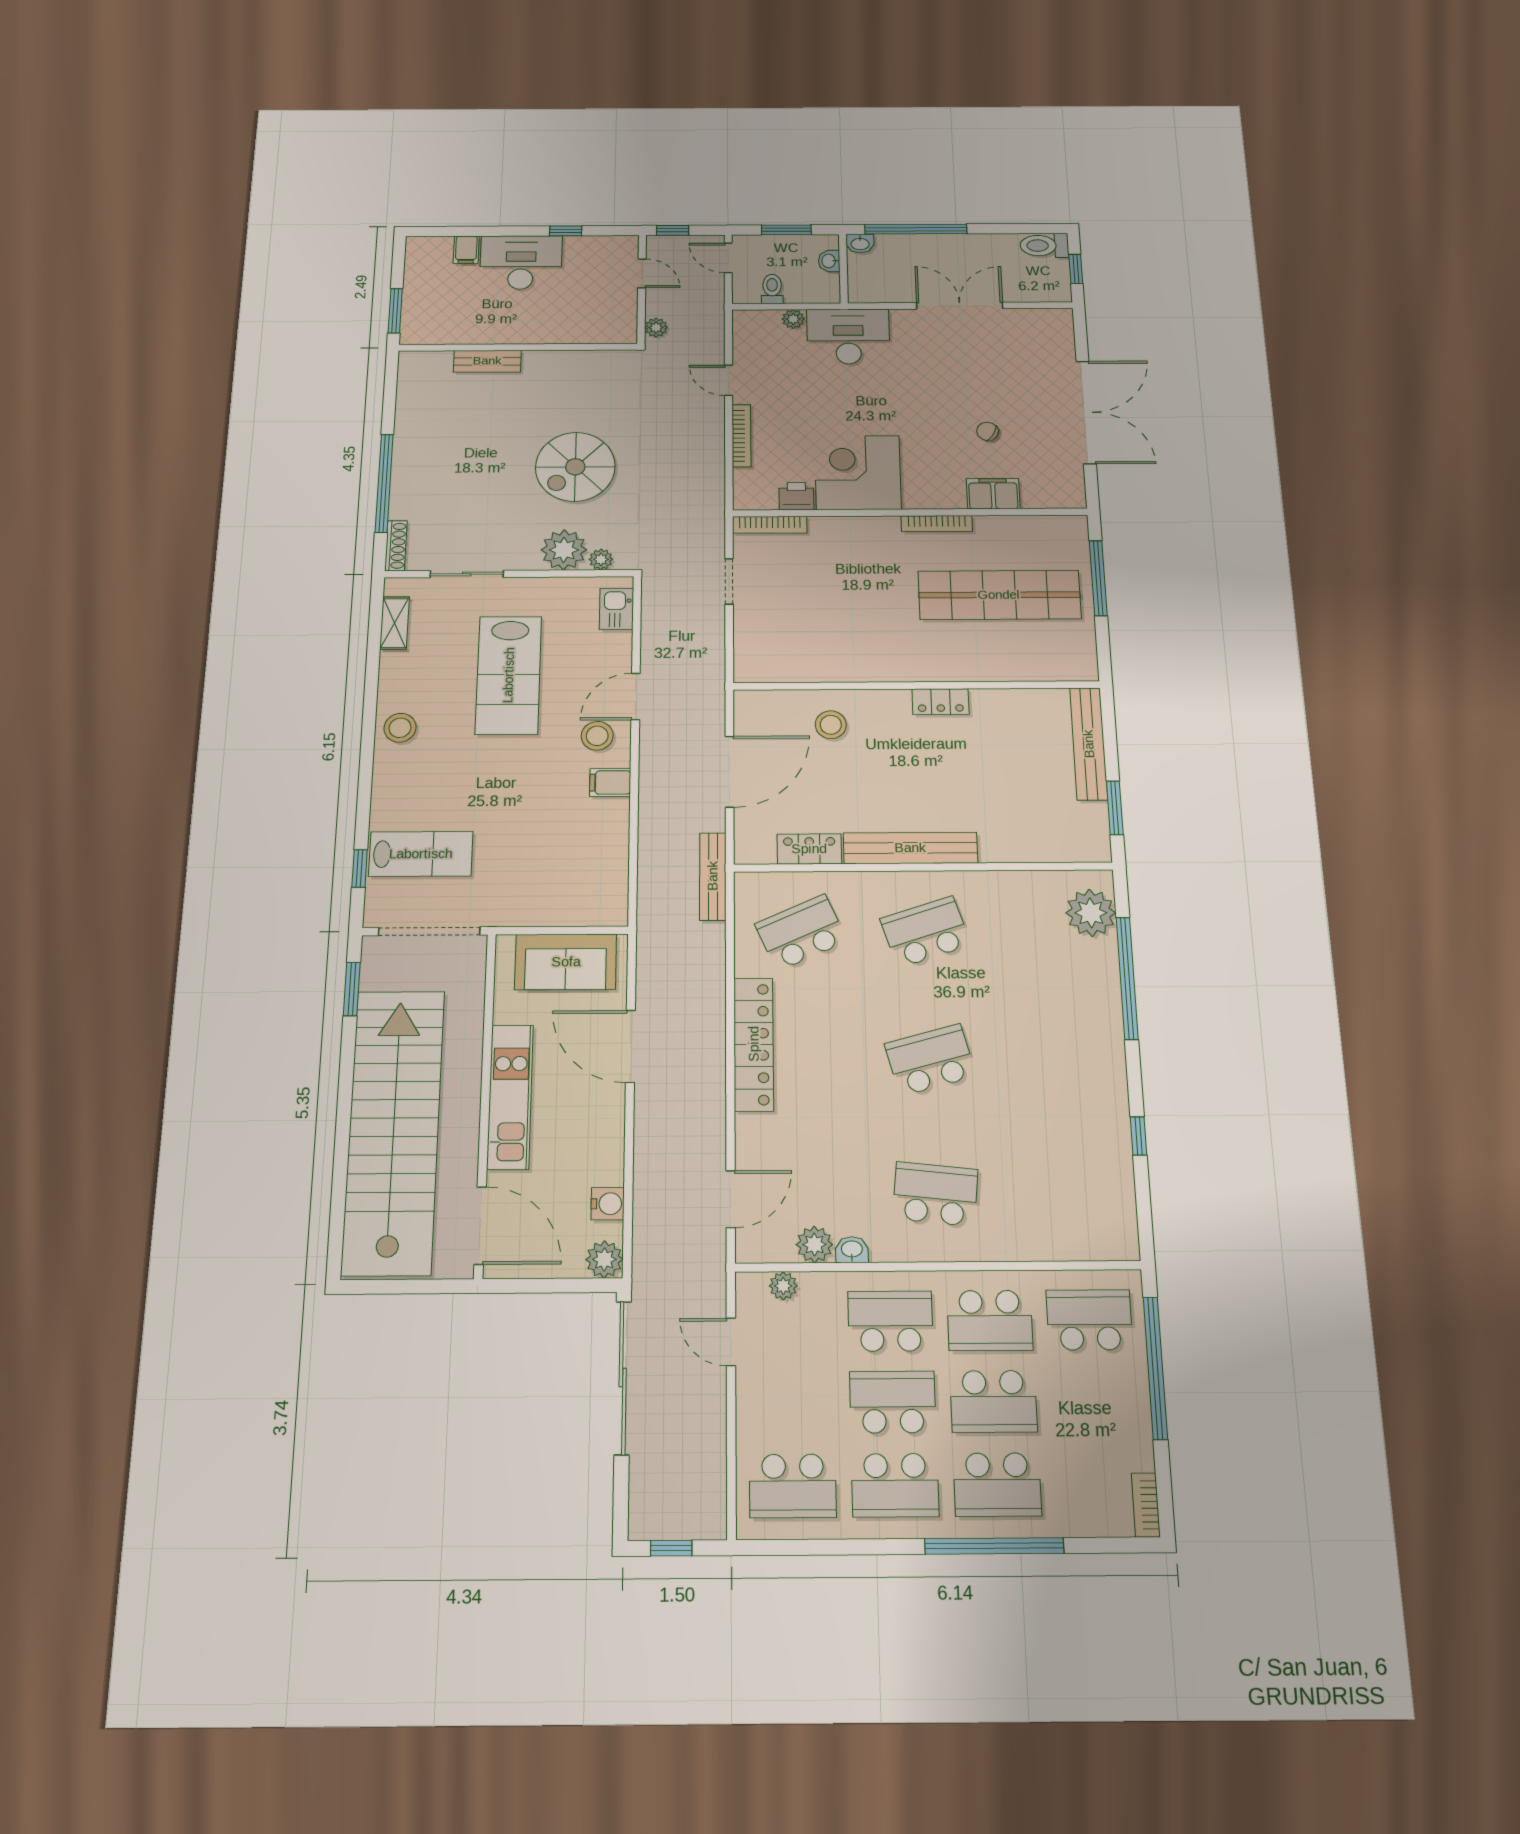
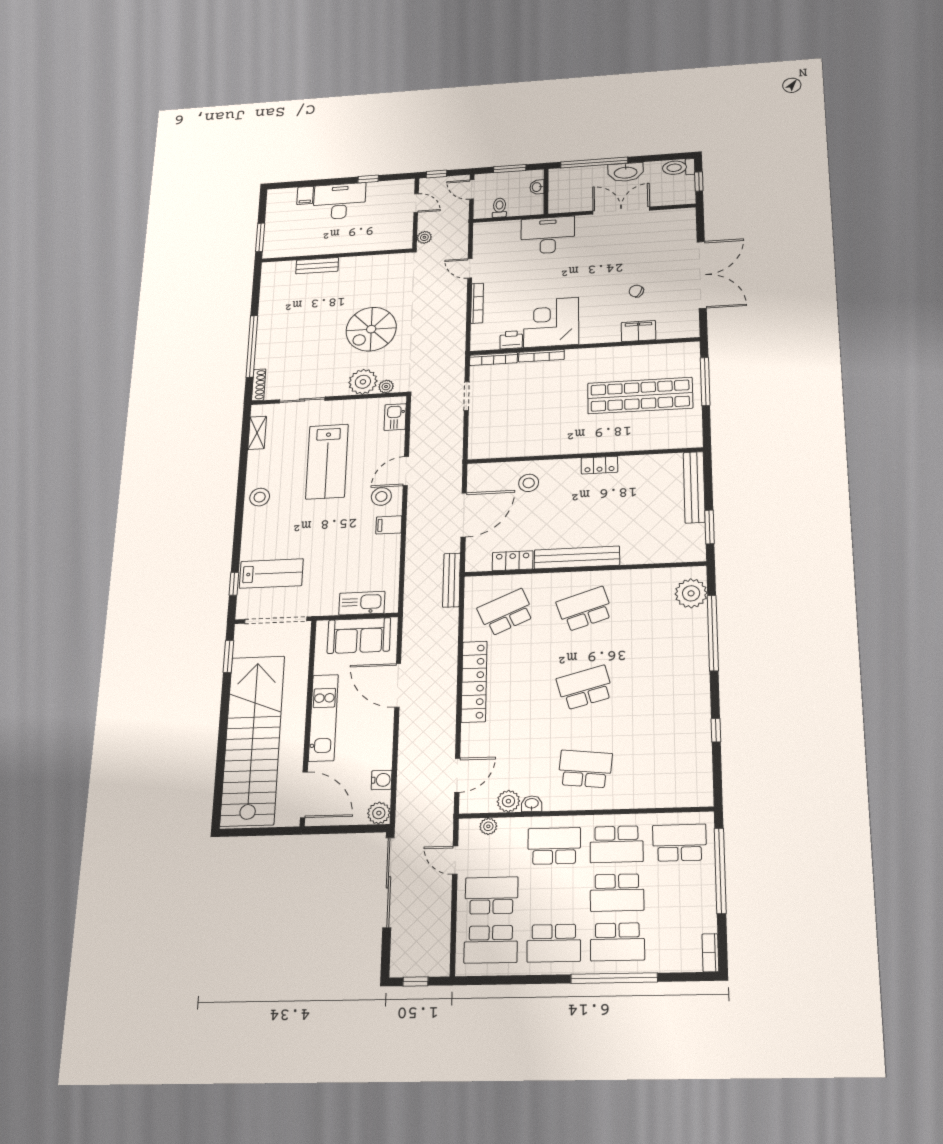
washbasin: (860, 244) -> (626, 172), moved, width x1.91, depth x1.45
plant: (793, 319) -> (513, 226), removed
bookcase: (937, 524) -> (541, 356), moved
kitchen sink: (569, 909) -> (362, 603), added
school desk: (893, 1402) -> (491, 895), moved

